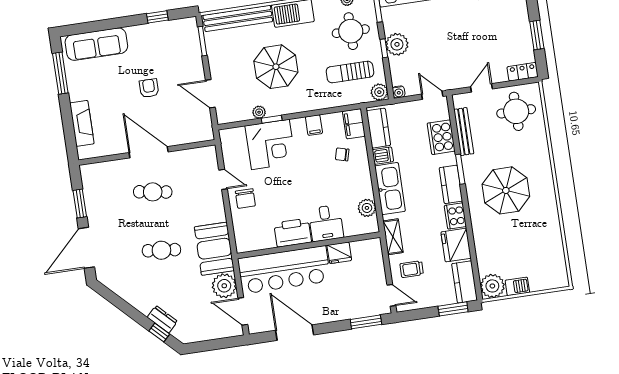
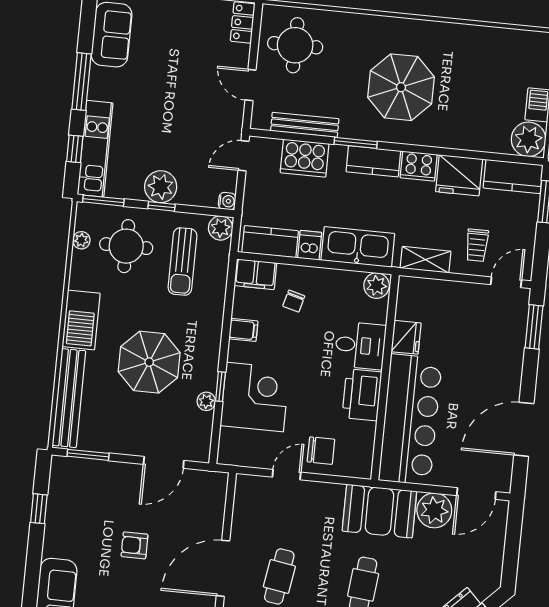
desk: (326, 223) -> (360, 345), moved
printer: (293, 233) -> (362, 395), moved
wall: (308, 245) -> (385, 377), moved
fridge: (339, 253) -> (406, 337), moved
bar counter: (284, 270) -> (410, 419), moved

